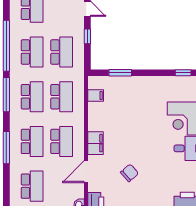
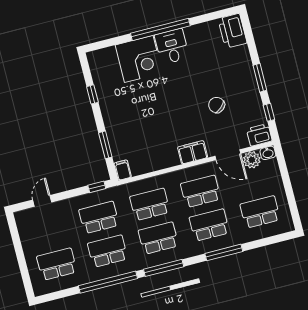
window: (87, 36) -> (97, 187), moved
window: (183, 73) -> (92, 94), moved
filing cabinet: (96, 96) -> (123, 170), moved
plant: (77, 190) -> (252, 160), added

